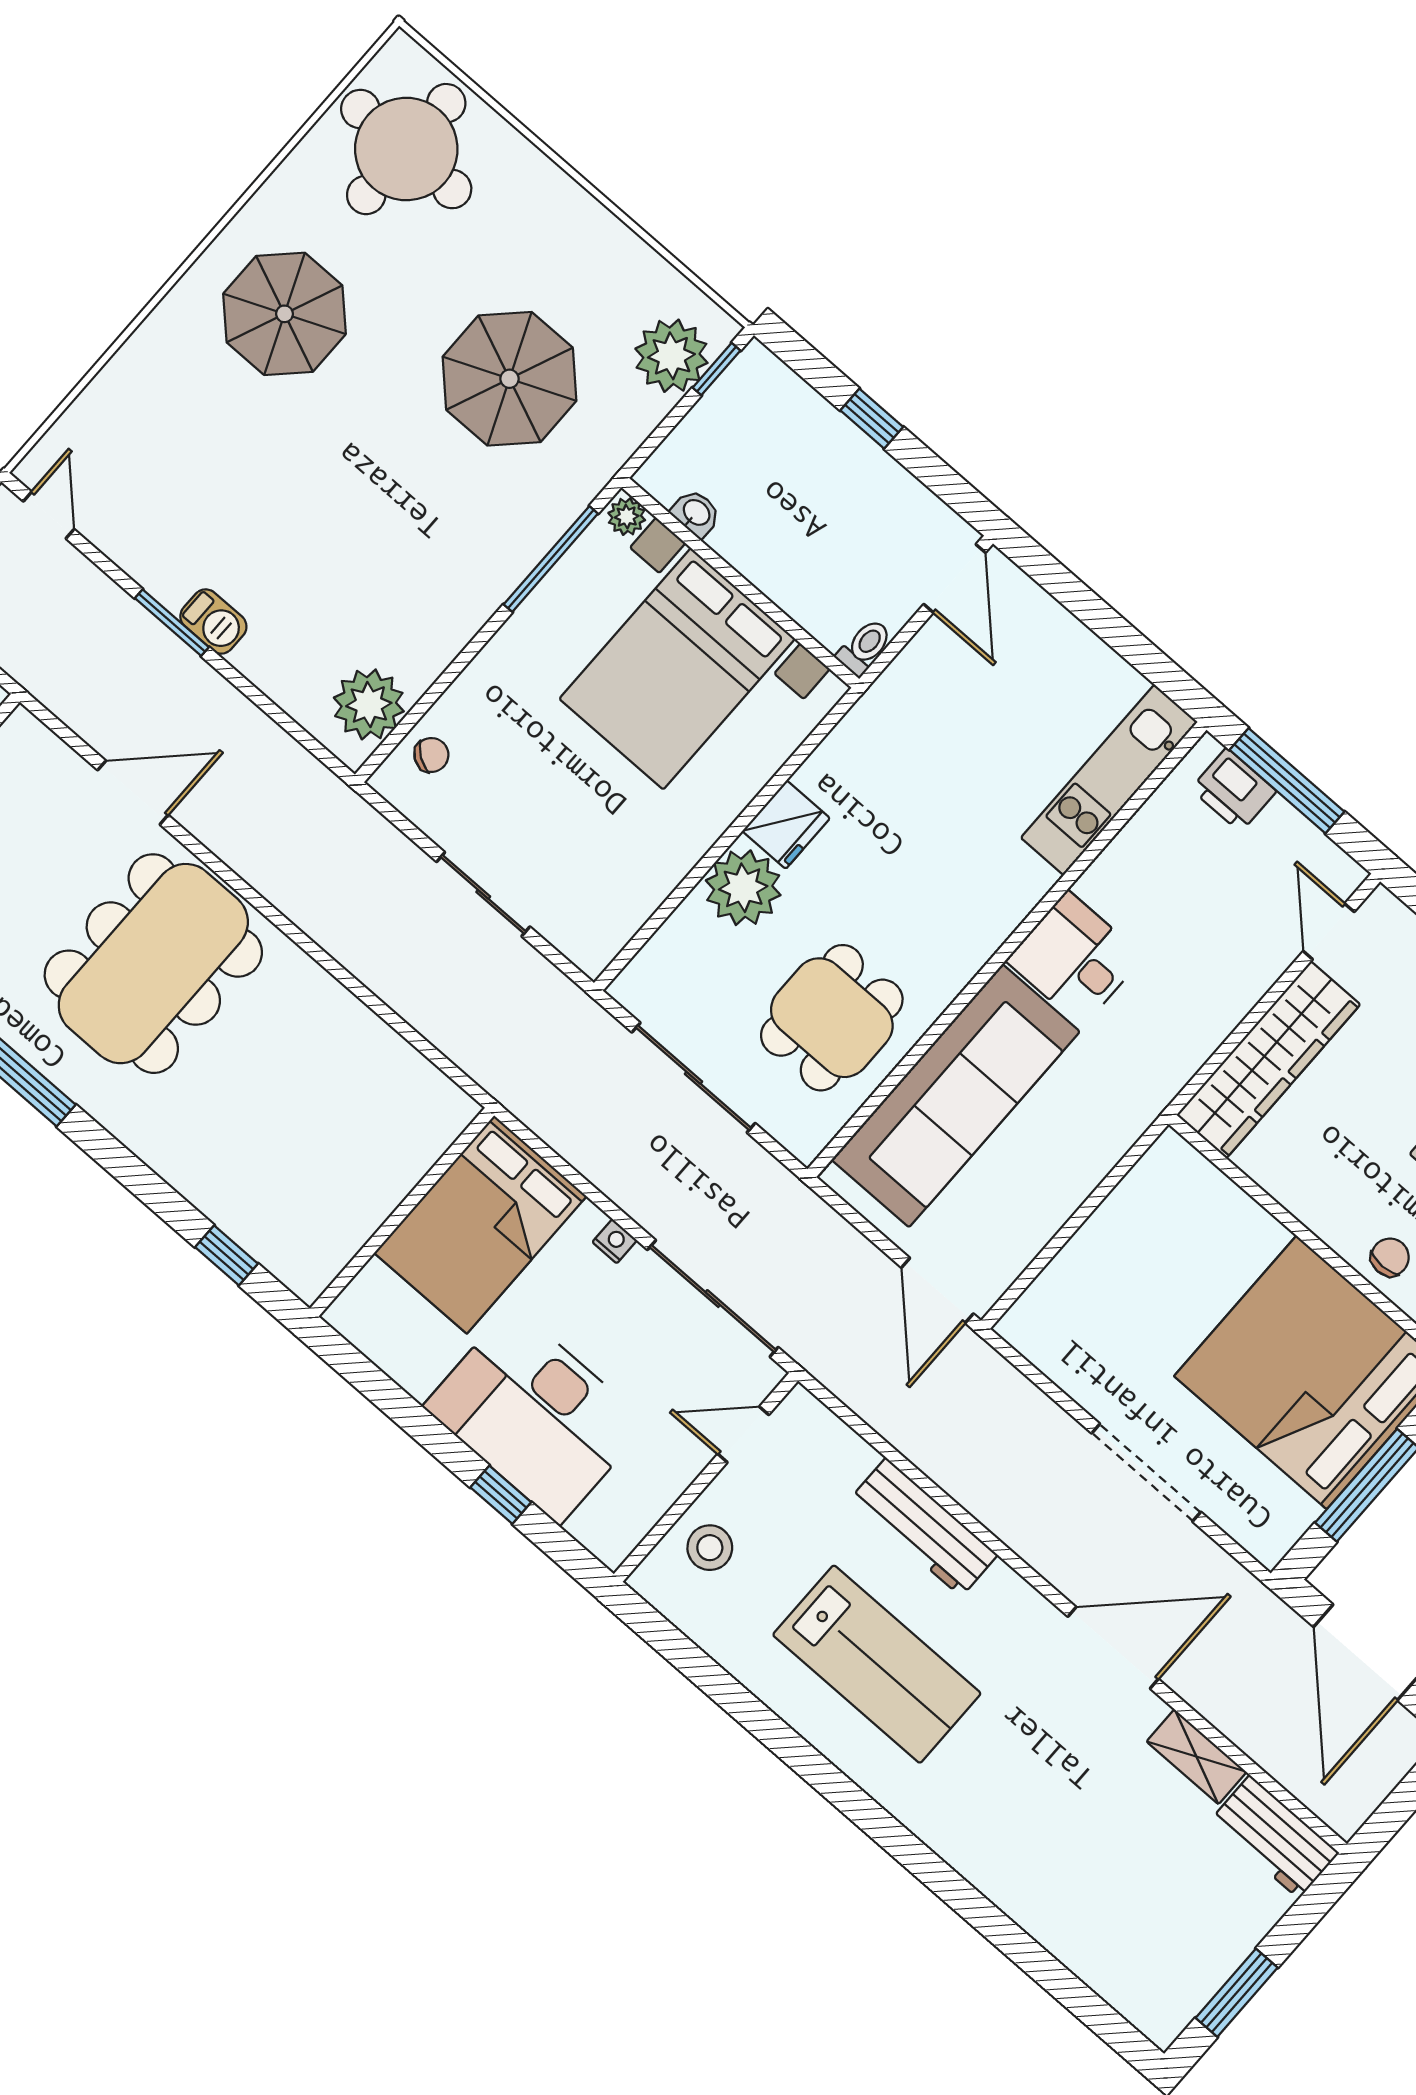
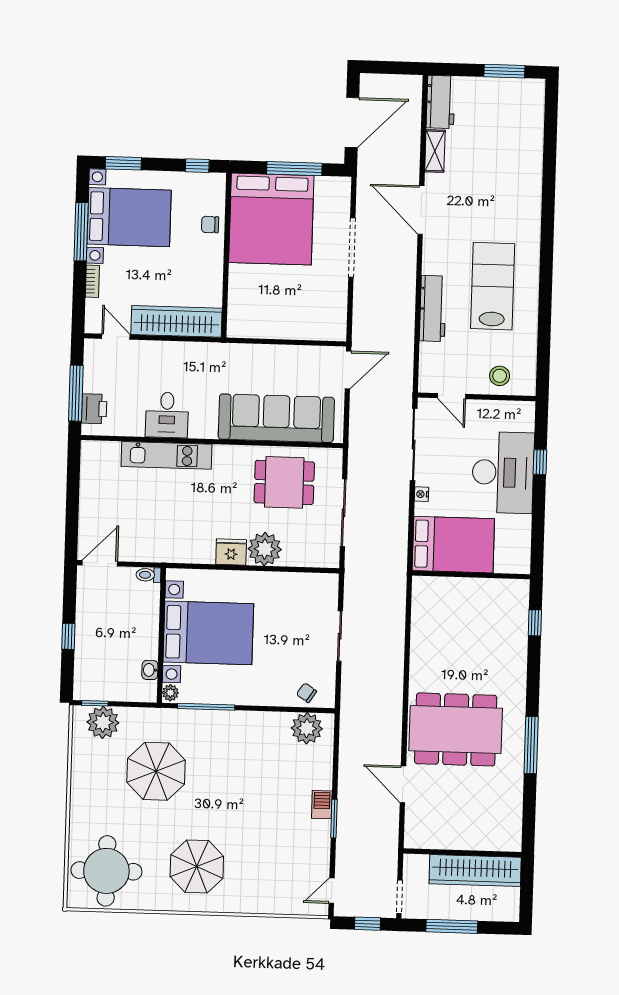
kitchen unit: (1109, 780) -> (166, 455), moved
door: (1329, 931) -> (116, 337), swing flipped
desk: (1075, 959) -> (167, 415), moved

